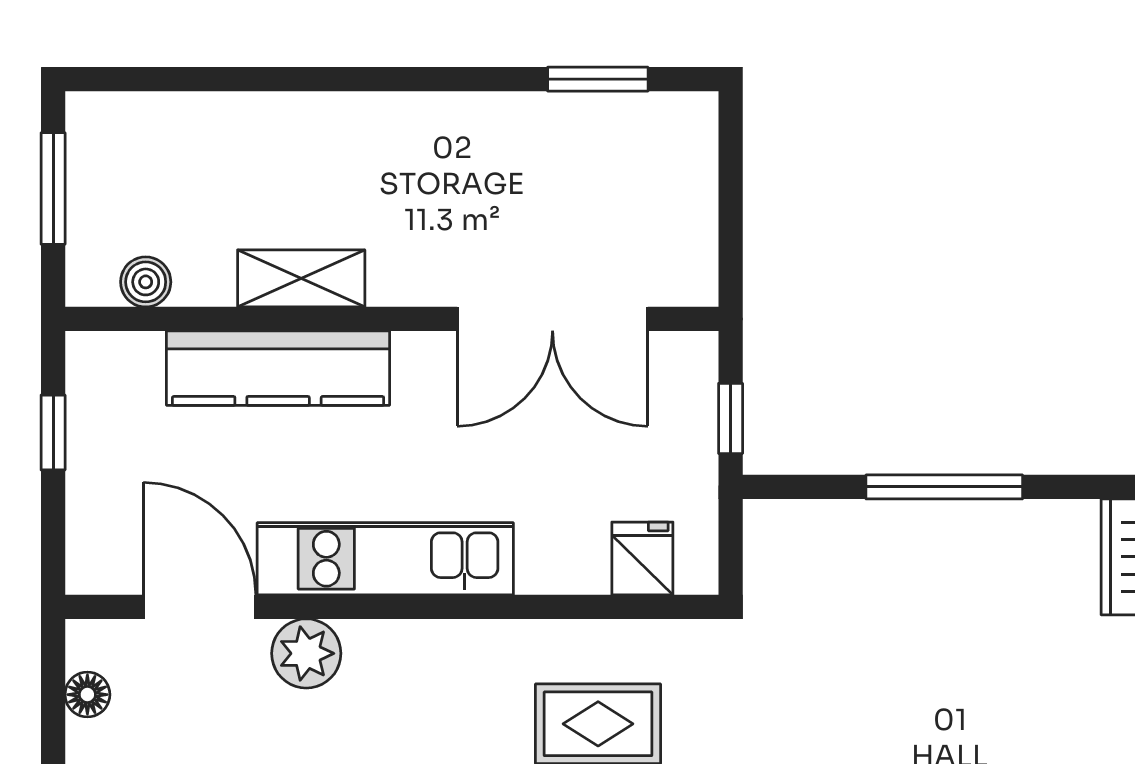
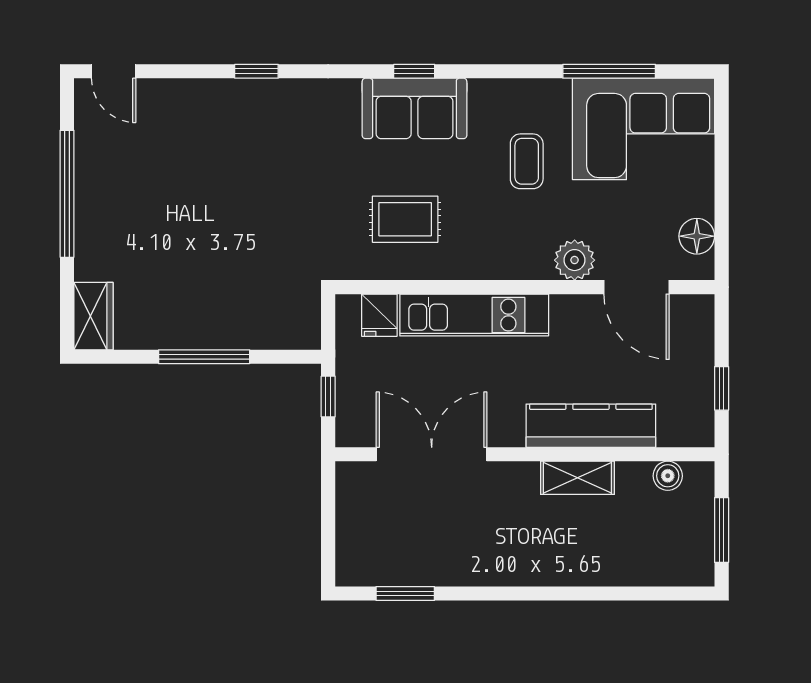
kitchen unit: (385, 559) -> (474, 315), moved
floor lamp: (87, 695) -> (697, 236), width x1.37, depth x1.37

